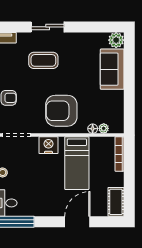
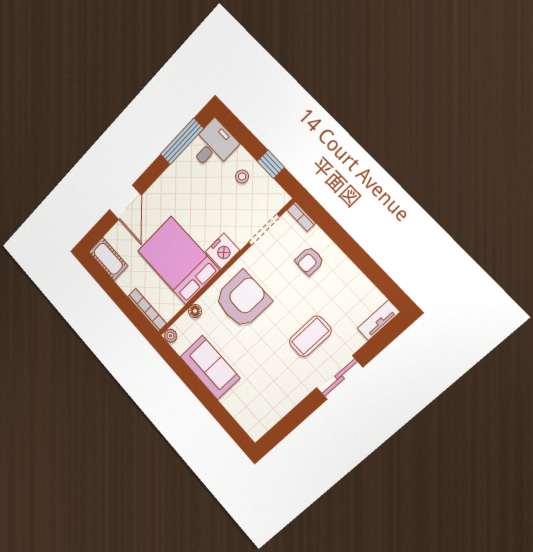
plant: (116, 40) -> (255, 427), removed
sofa: (112, 69) -> (210, 367), moved
plant: (104, 128) -> (171, 336), moved
bed: (77, 163) -> (178, 260), width x1.50

